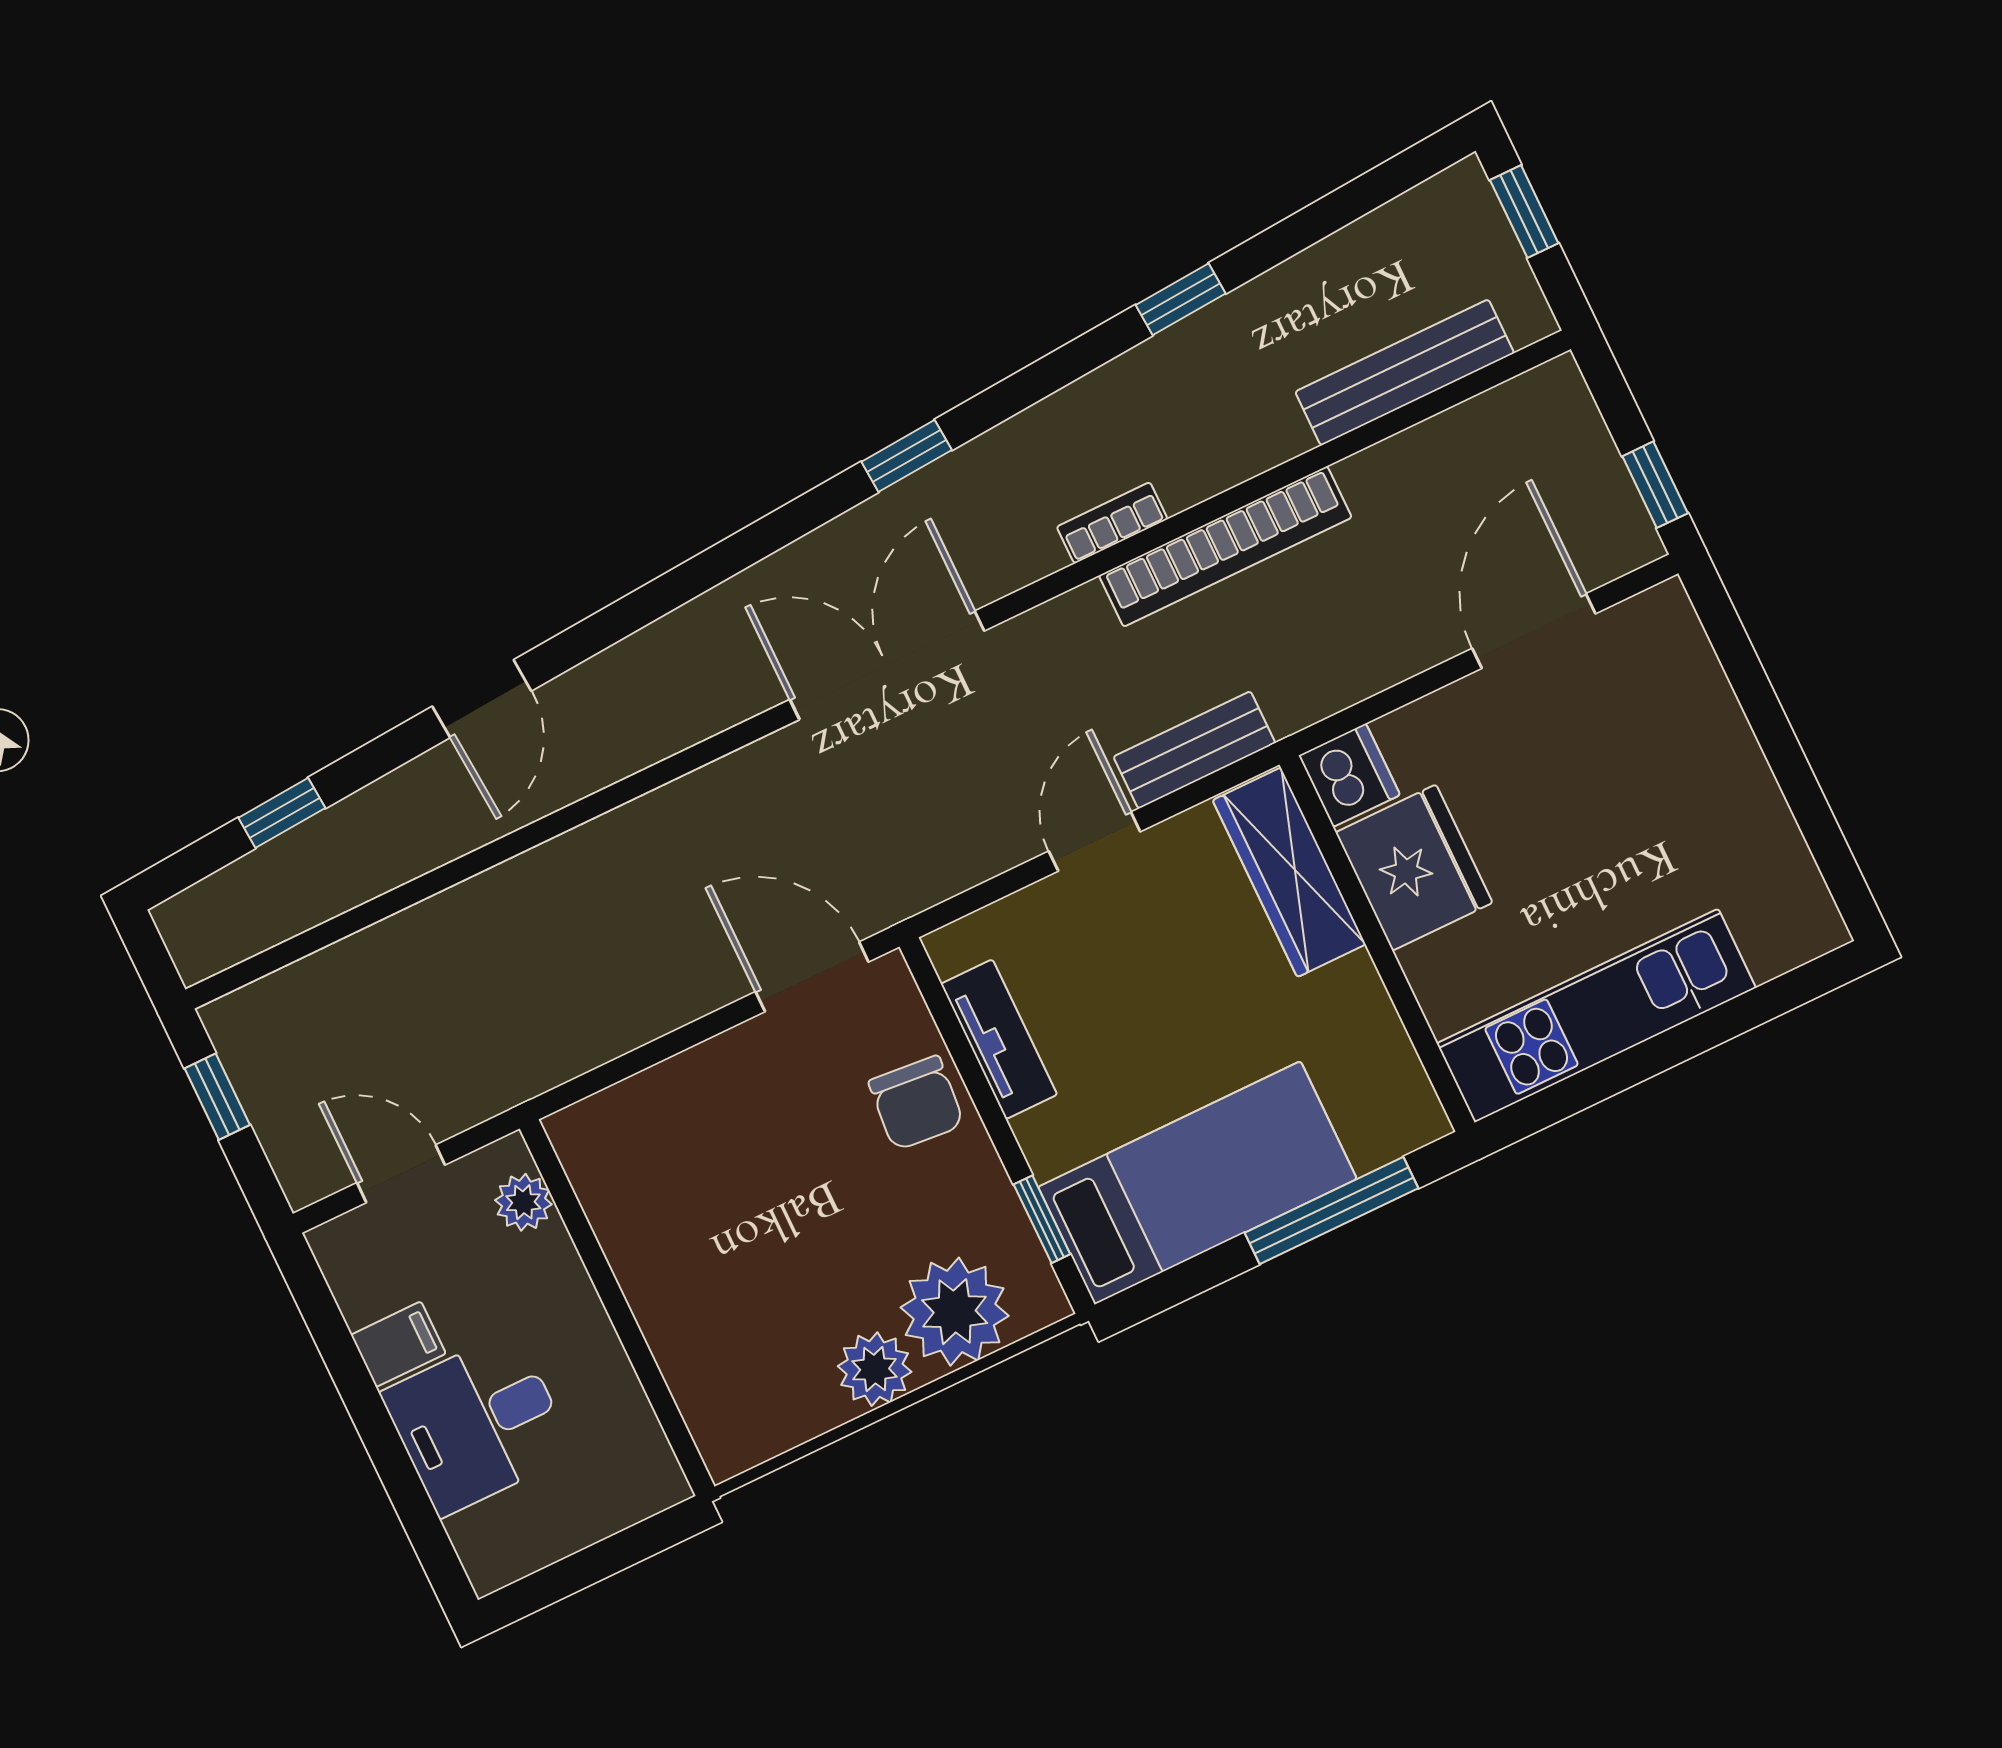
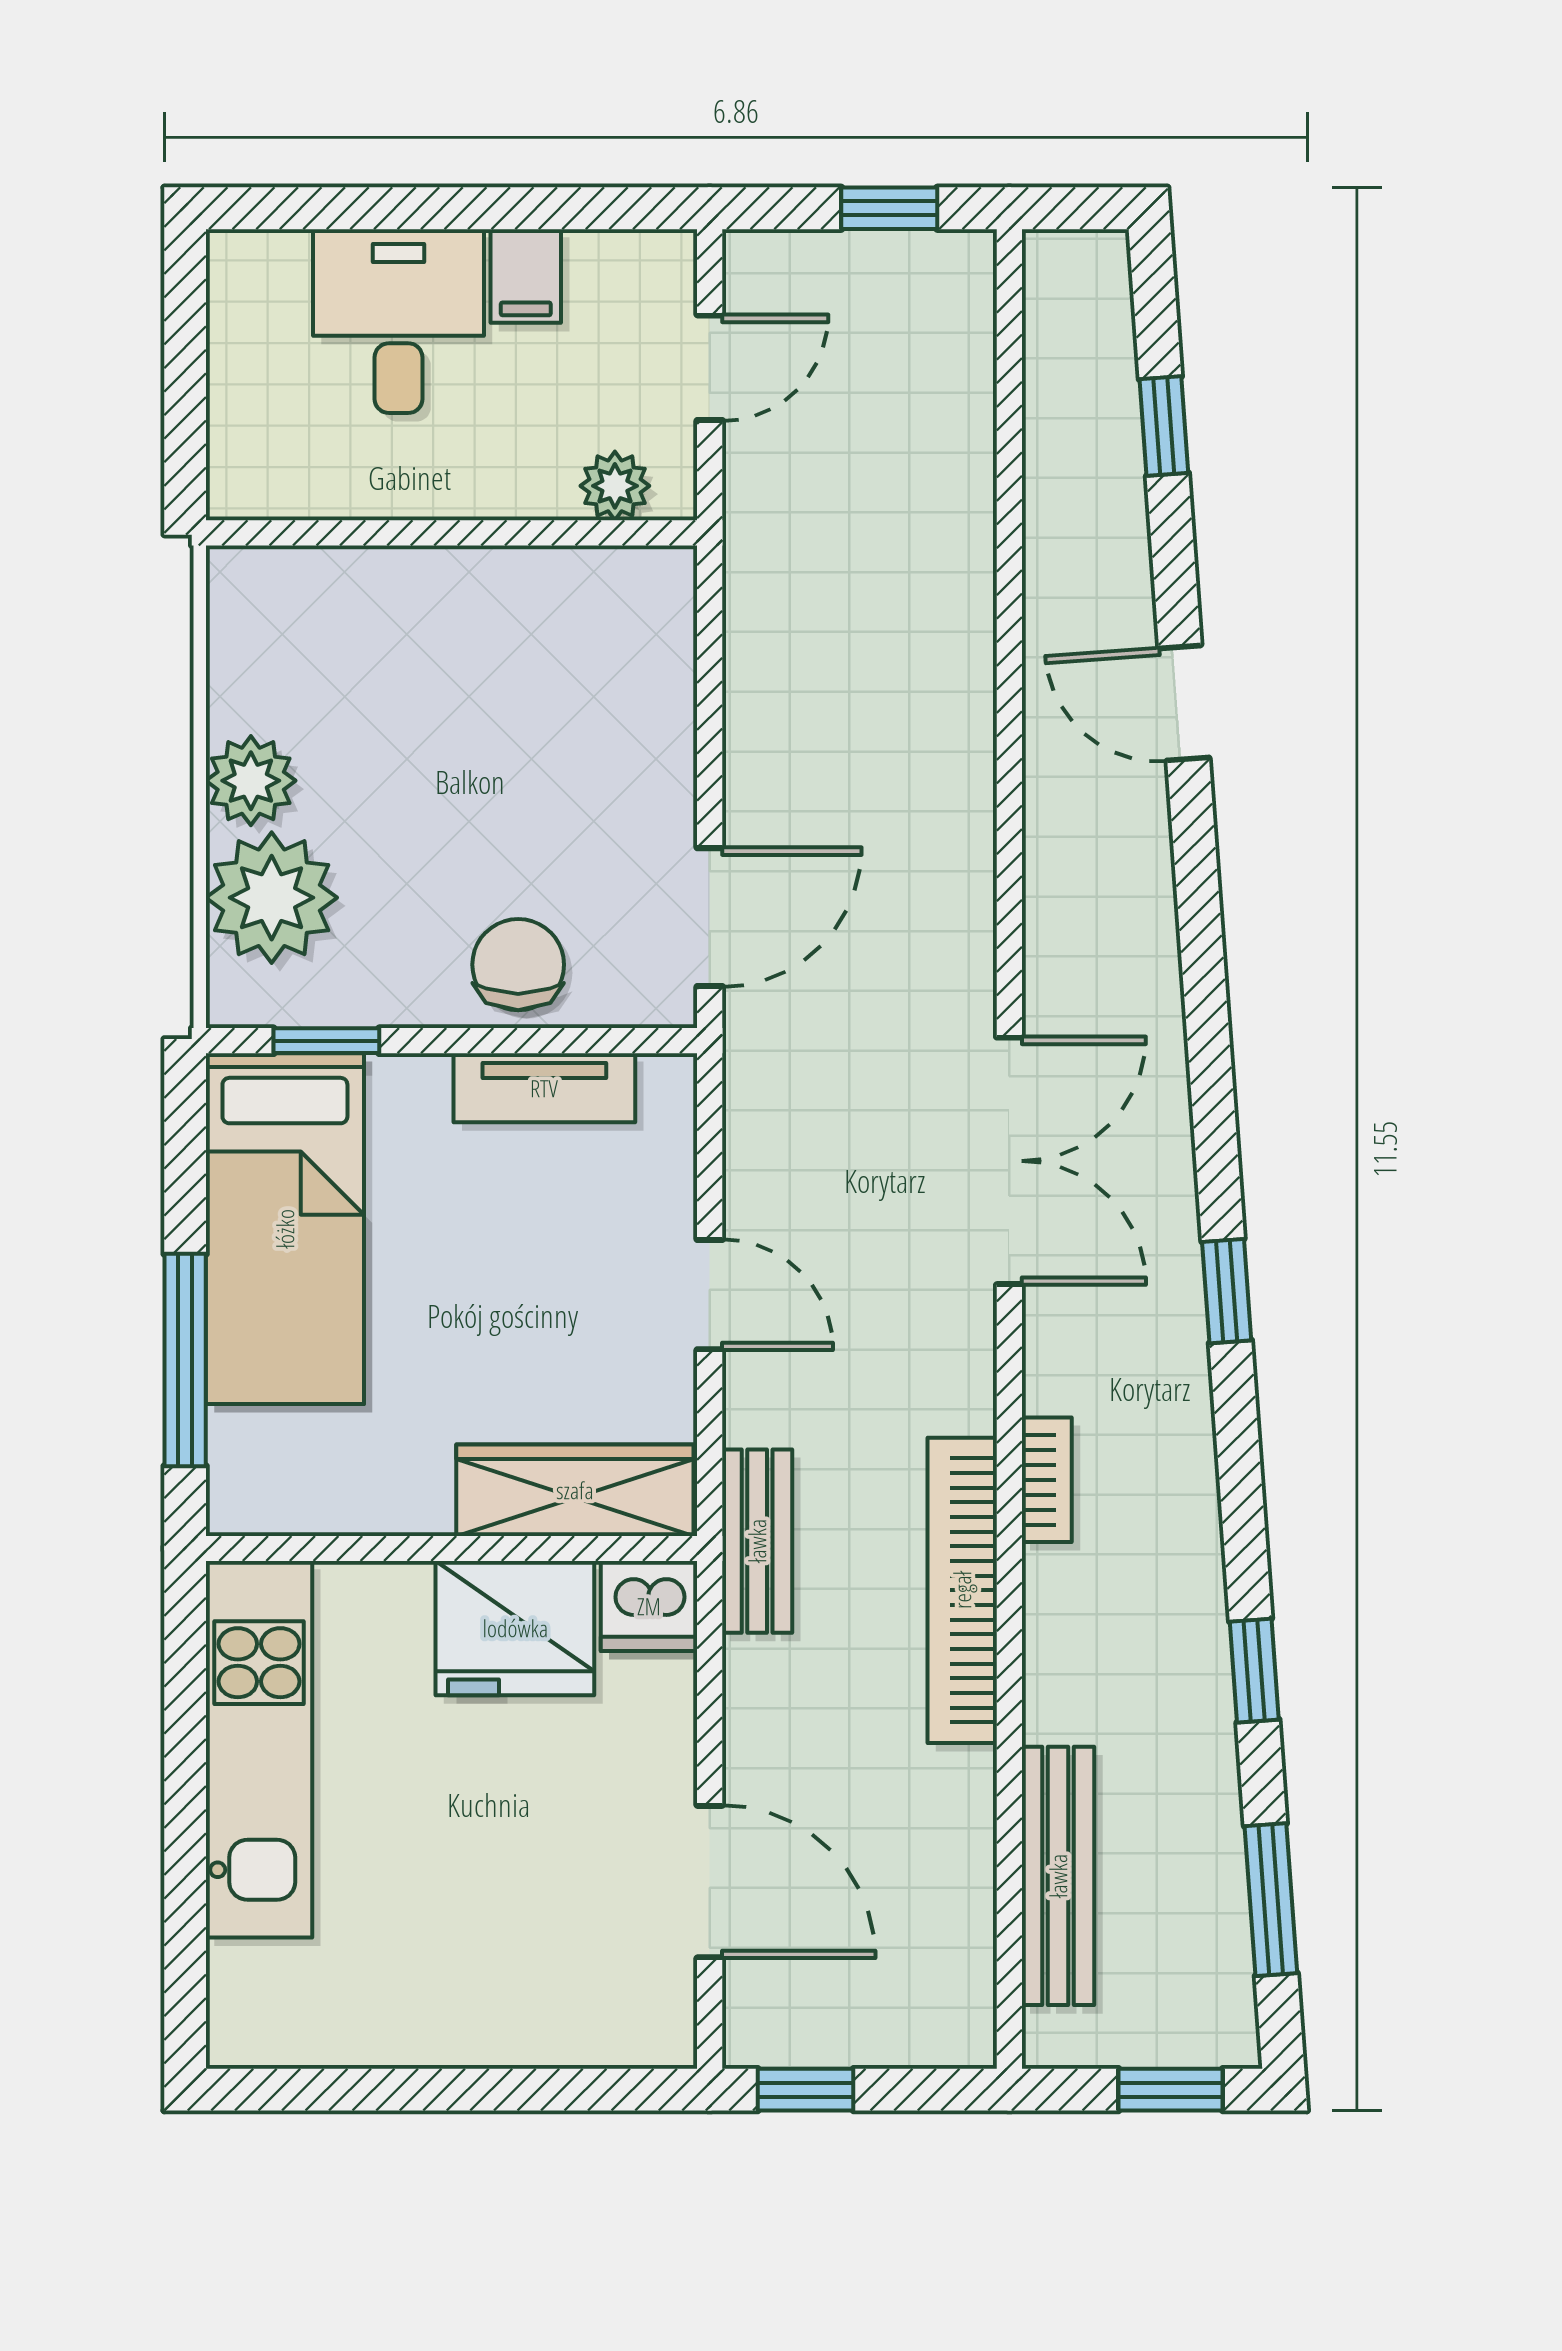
window: (1346, 205) -> (1271, 1900), added
bench: (1194, 750) -> (757, 1541), moved
chair: (916, 1103) -> (518, 965), turned 85

